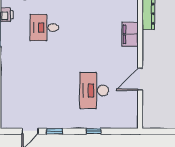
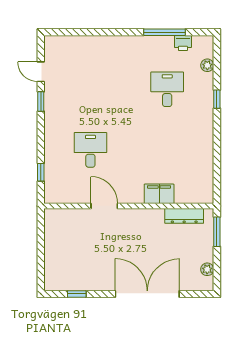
desk: (94, 90) -> (90, 150), width x0.73
window: (94, 131) -> (41, 172), moved

